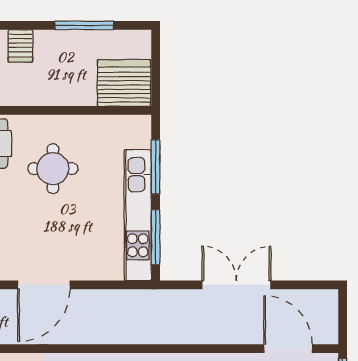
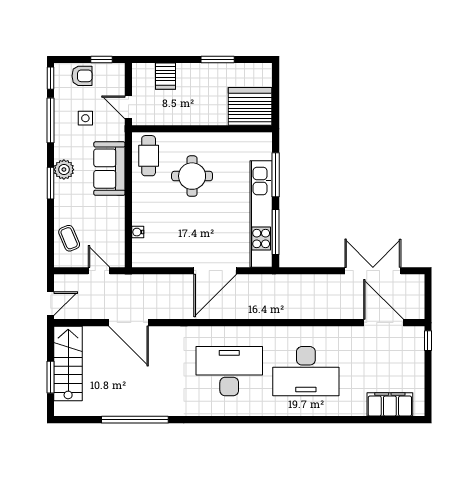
window: (84, 25) -> (218, 59), width x0.69
door: (44, 285) -> (215, 271), moved
double door: (236, 285) -> (373, 271), moved

